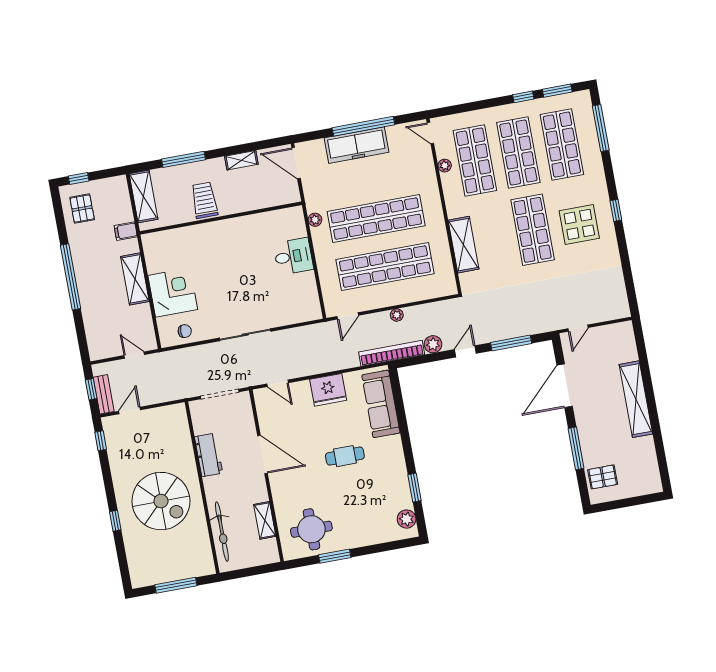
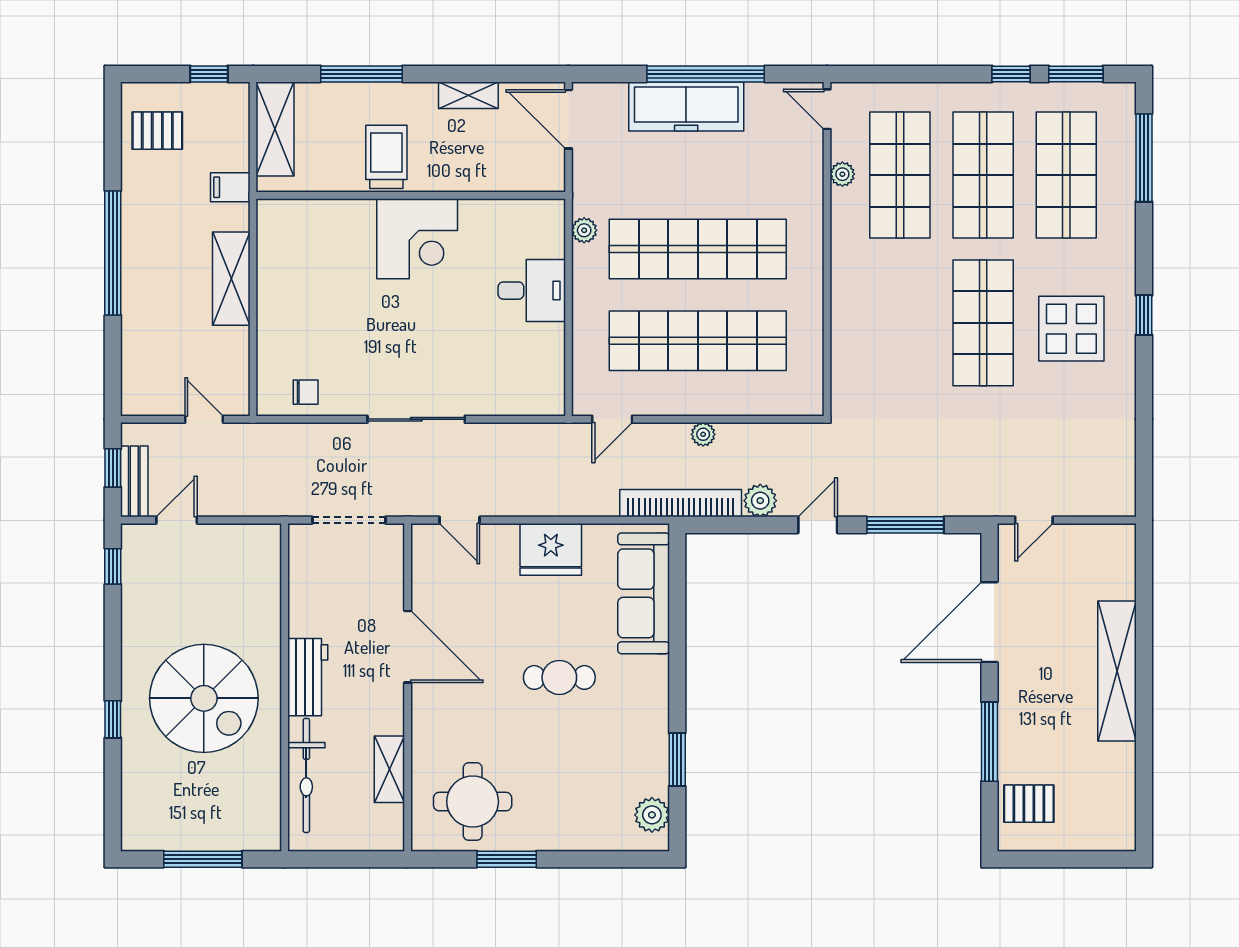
window: (79, 179) -> (209, 74), moved
pallet: (82, 209) -> (157, 131), turned 90
shelving: (463, 245) -> (850, 327), removed
corner desk: (173, 292) -> (417, 239), moved, turned 90
workbench: (209, 455) -> (308, 677), moved

